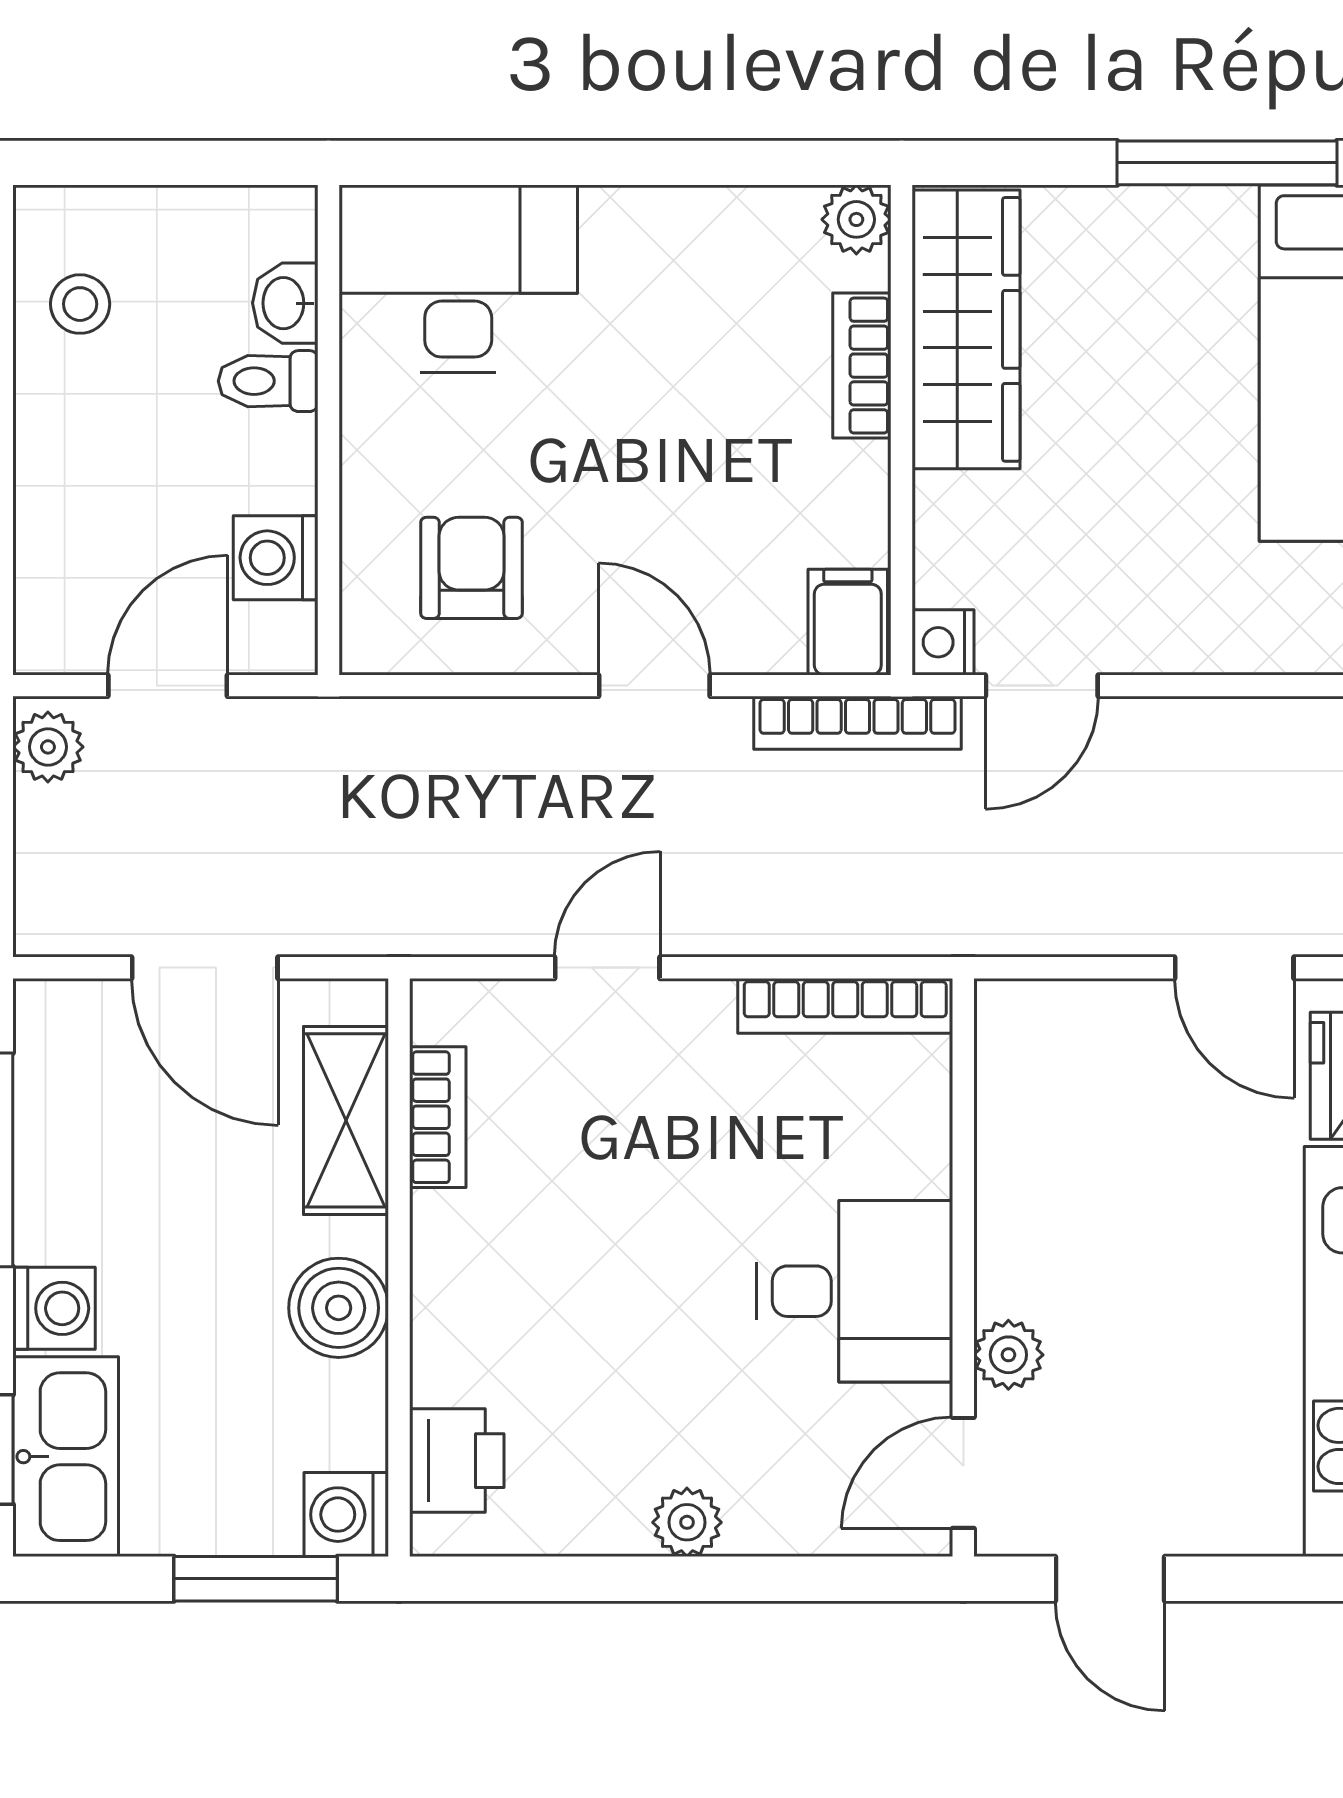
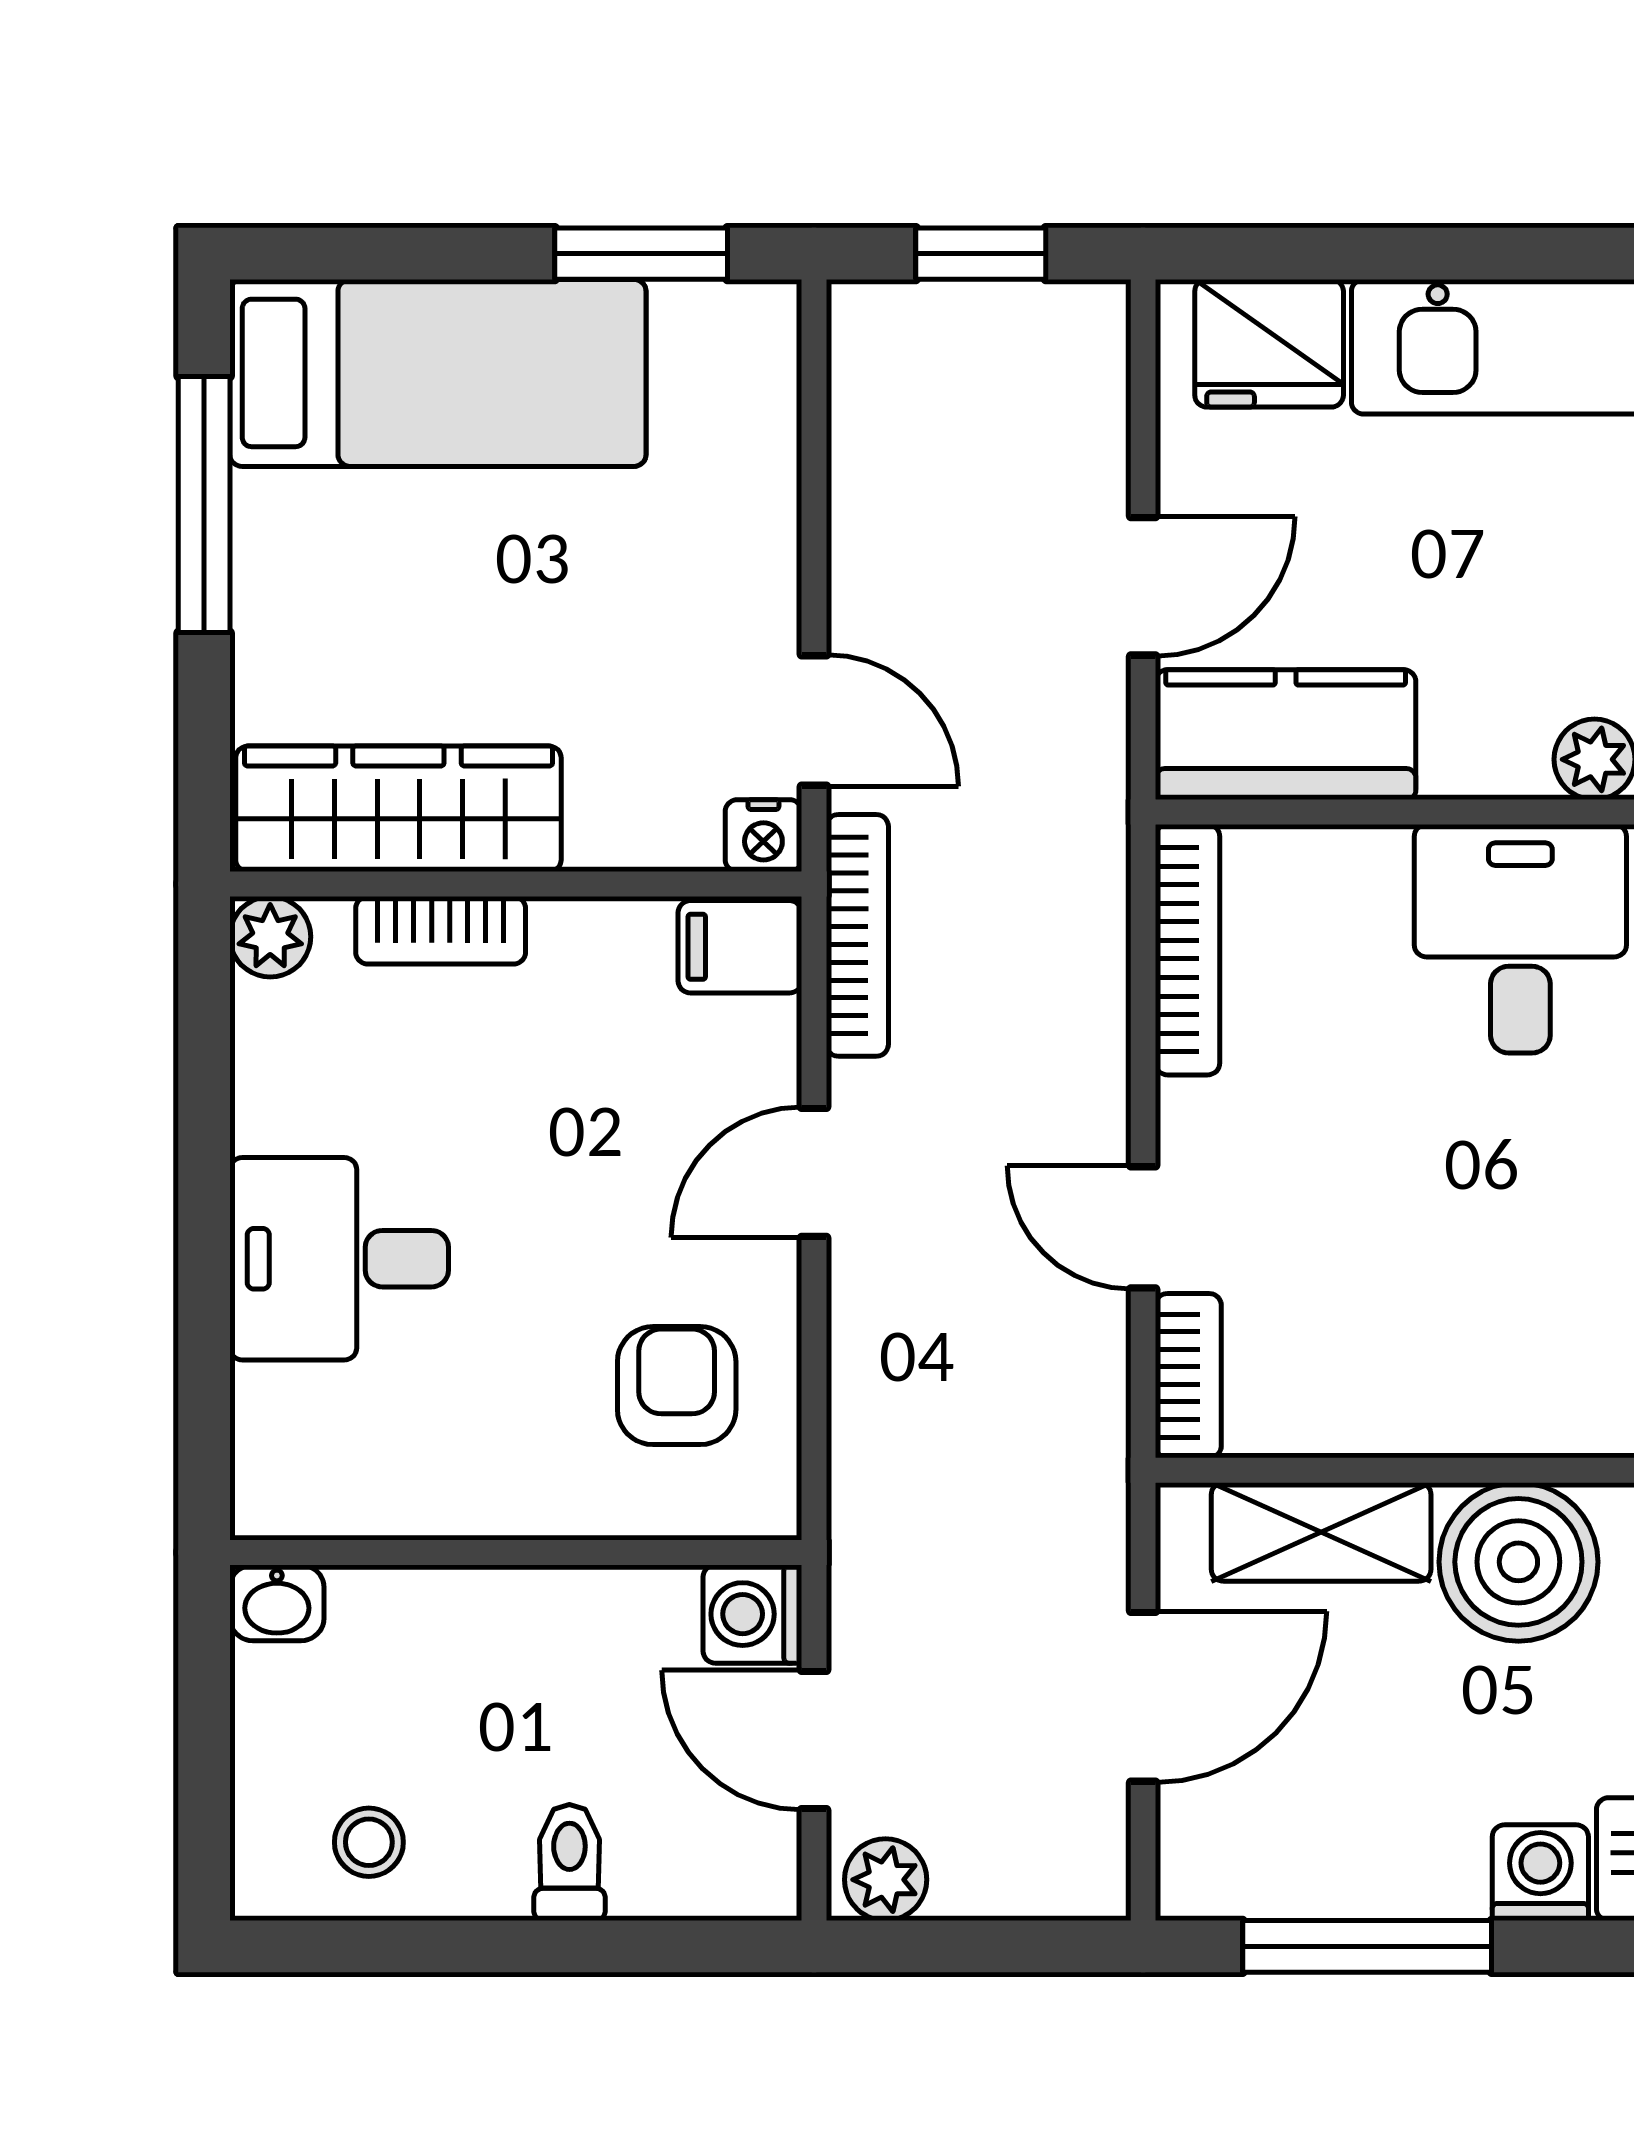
desk: (458, 279) -> (339, 1259), moved, width x0.73
washbasin: (285, 303) -> (277, 1603), moved
toilet: (268, 381) -> (569, 1863), moved, turned 180
washing machine: (276, 558) -> (752, 1614), moved, turned 90
armchair: (472, 568) -> (677, 1386), turned 90
door: (1234, 968) -> (1143, 586), moved
kitchen counter: (1030, 1090) -> (1286, 735), added
bookcase: (438, 1117) -> (1188, 1376), moved, turned 90
boiler: (339, 1308) -> (1518, 1562), width x1.37, depth x1.37

